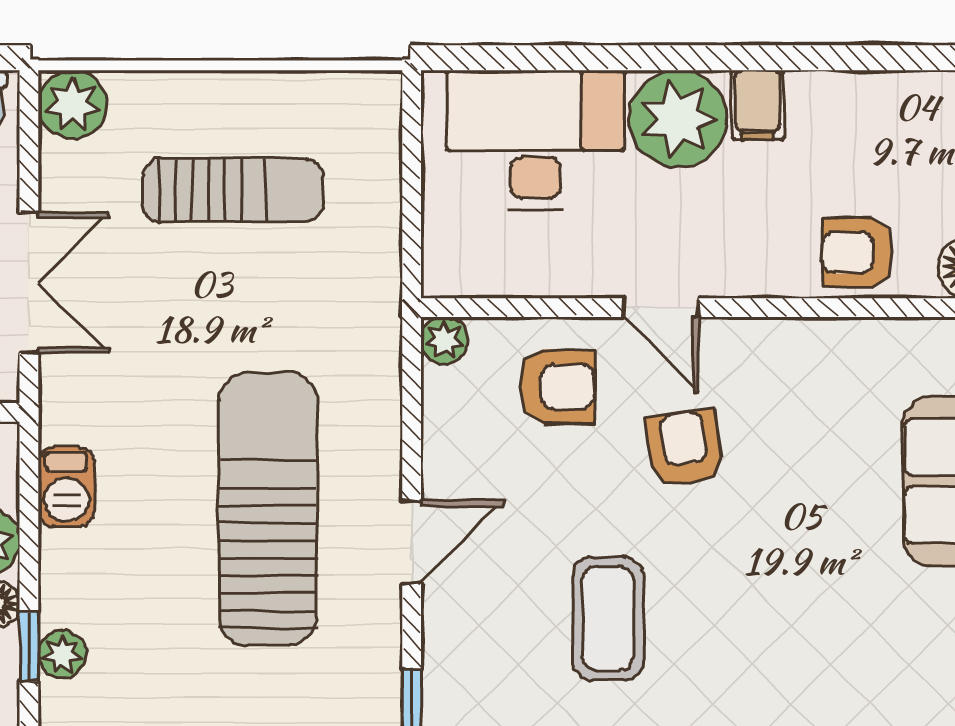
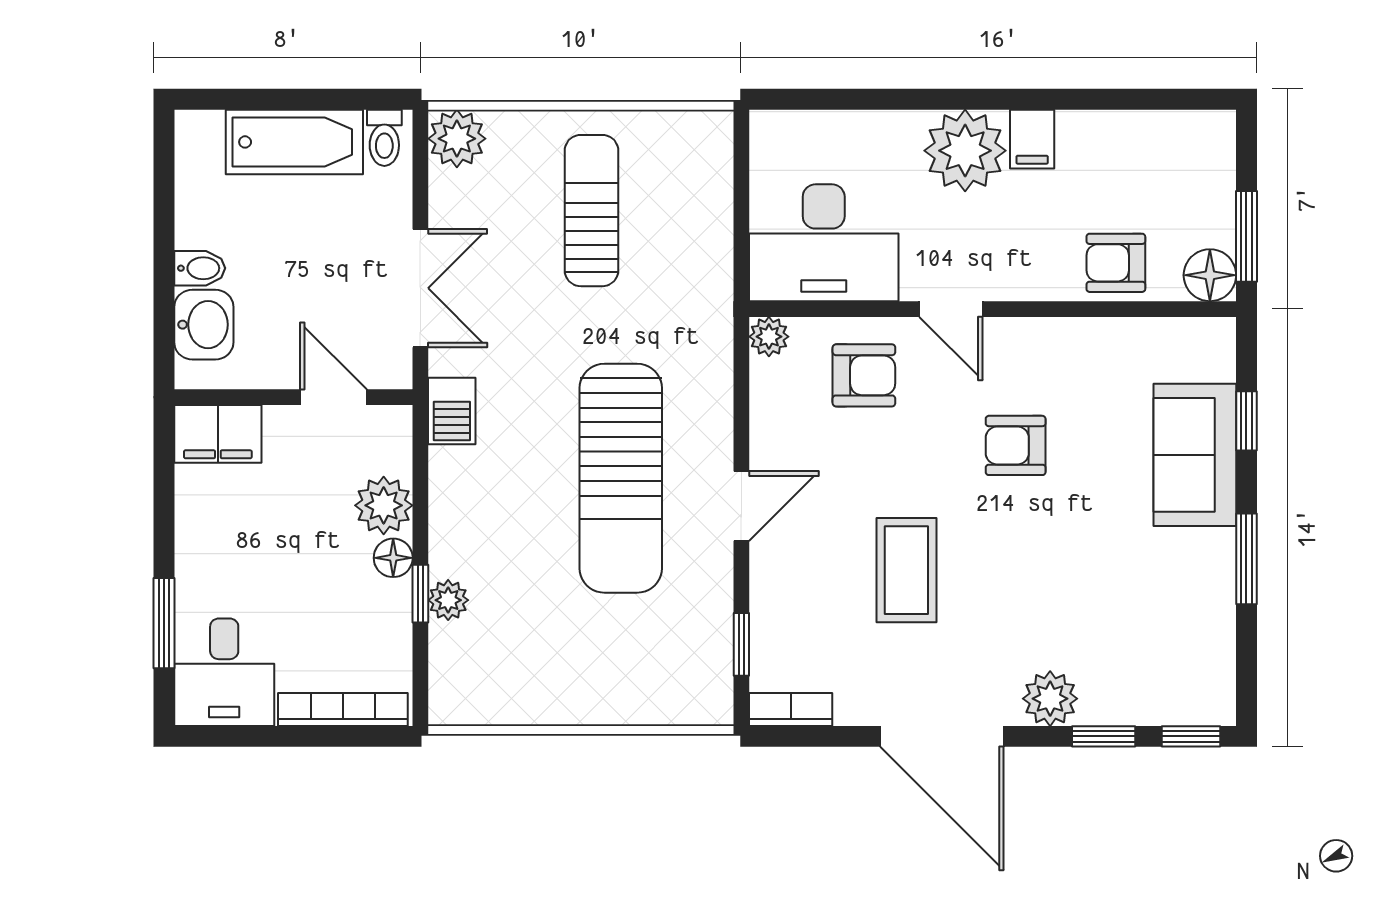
desk: (535, 140) -> (824, 243), moved, turned 180
sun lounger: (233, 190) -> (591, 211), turned -90
armchair: (685, 448) -> (1016, 445), moved, turned -82
barbecue: (66, 487) -> (452, 411), moved
sun lounger: (268, 509) -> (621, 478), turned 180

